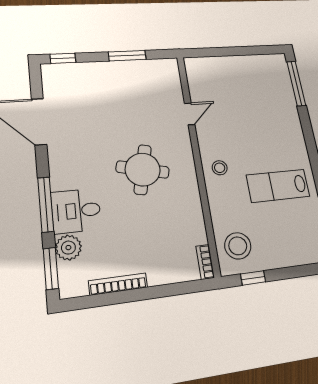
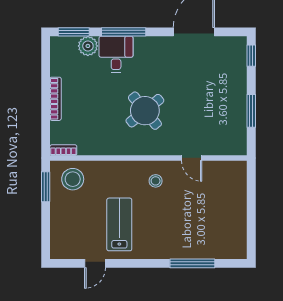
window: (296, 83) -> (192, 263), moved
stool: (220, 168) -> (156, 181), moved
round table: (143, 170) -> (145, 111), turned 38
window: (253, 278) -> (46, 187), width x1.50
bookcase: (118, 284) -> (56, 99), moved

